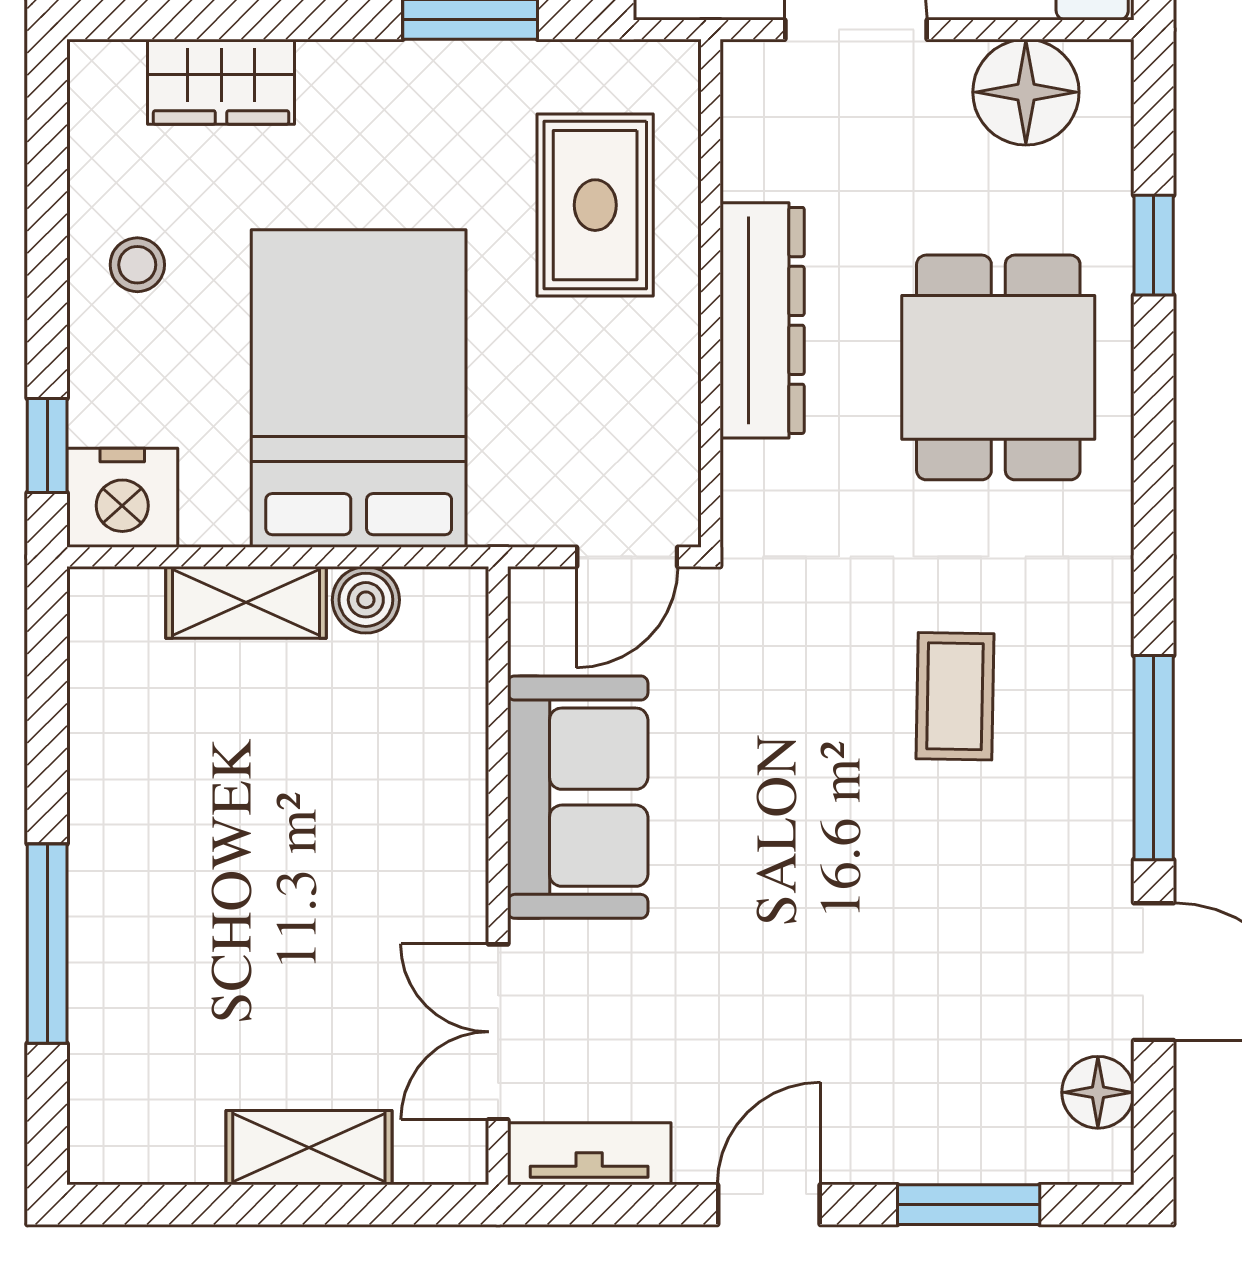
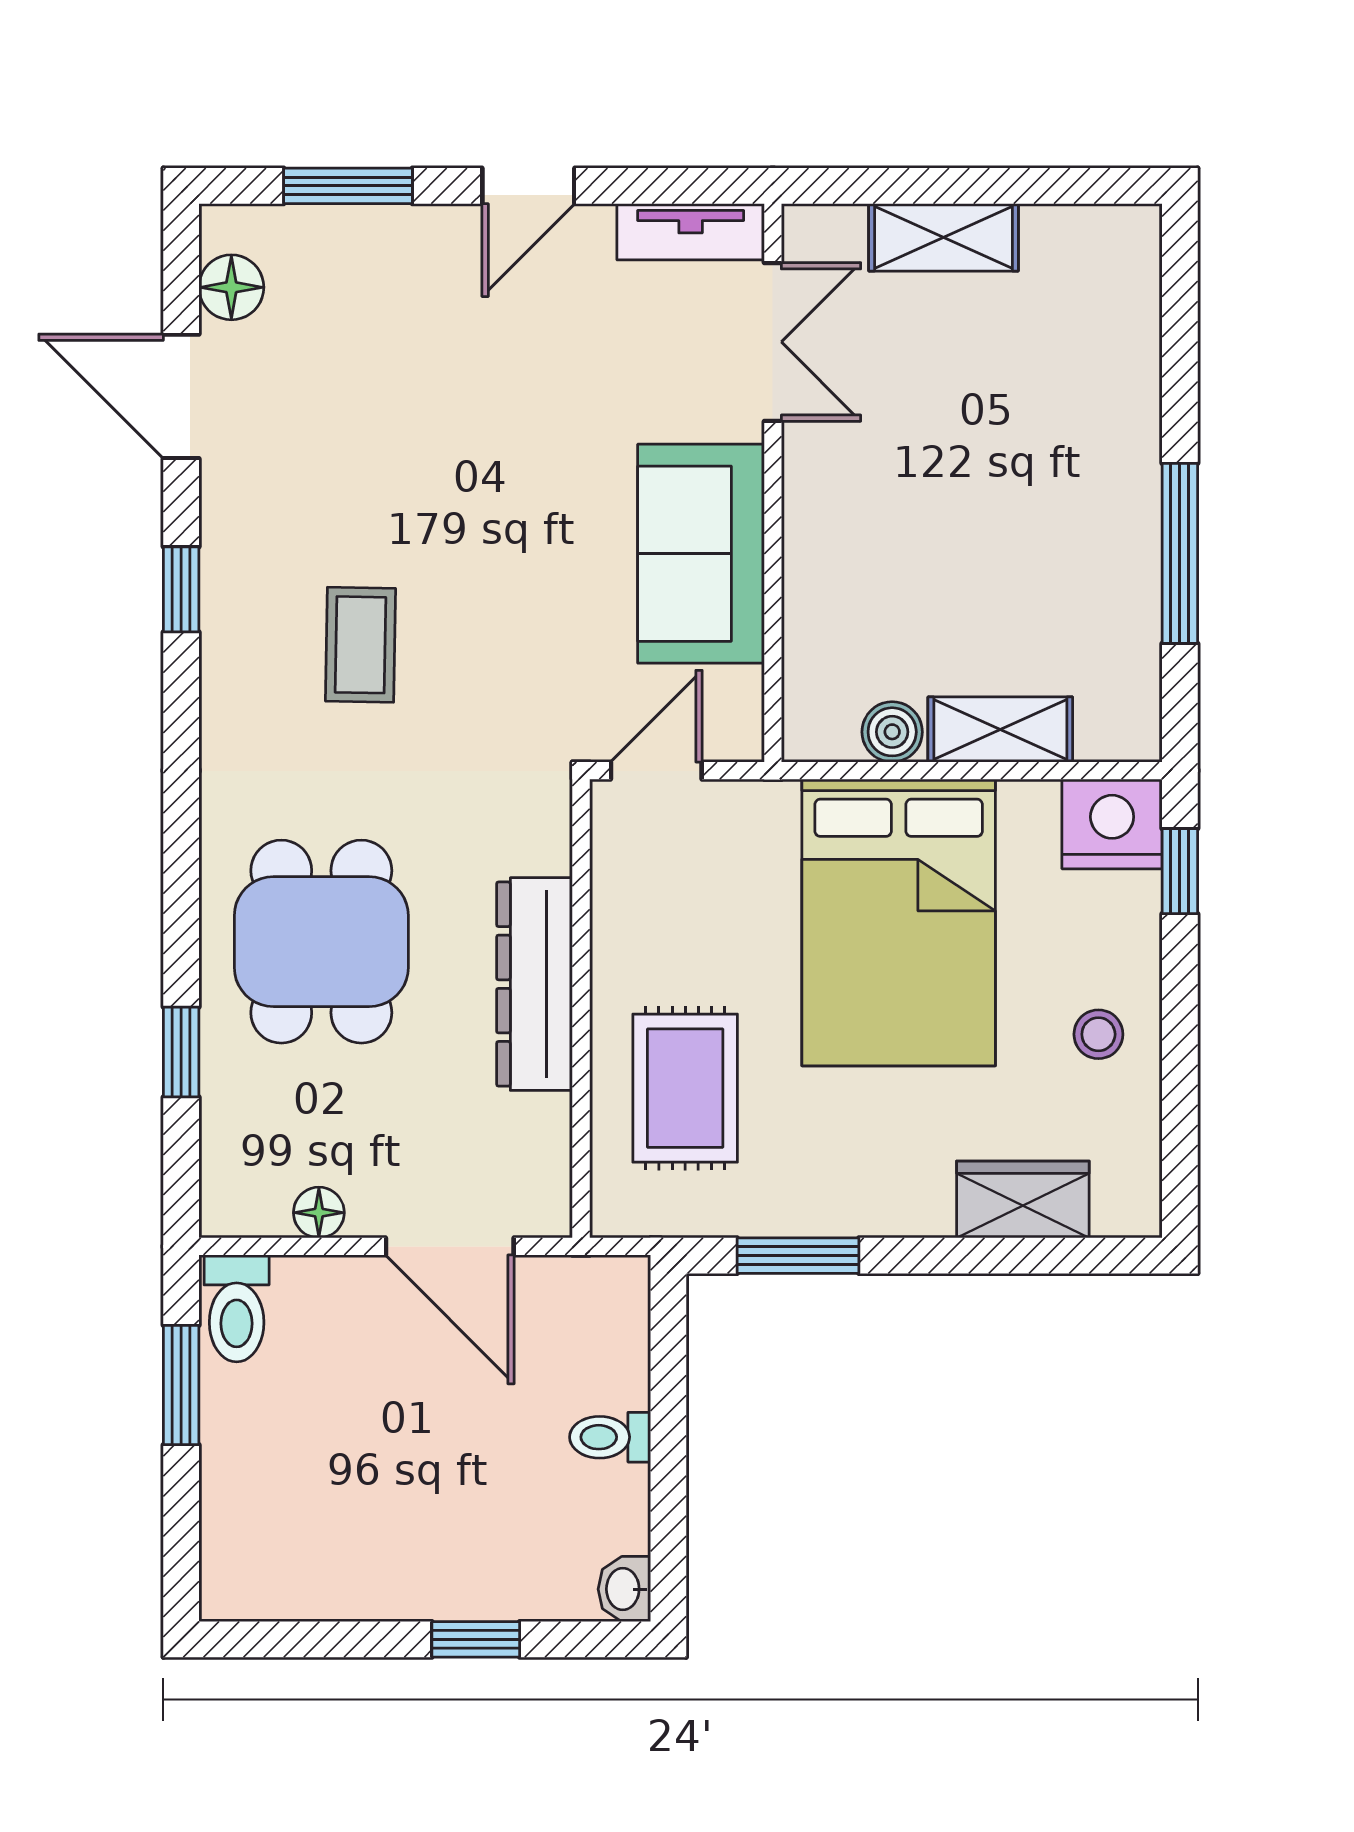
floor lamp: (1026, 92) -> (319, 1213), width x0.53, depth x0.53
window: (1154, 758) -> (181, 589), width x0.46
window: (47, 944) -> (1180, 553), moved

